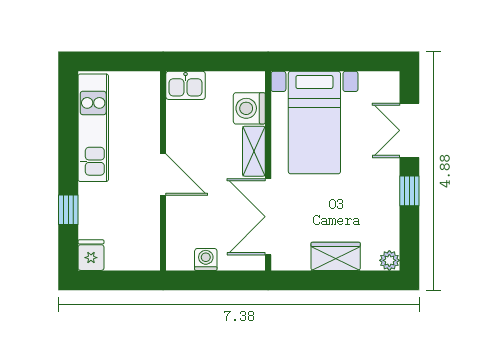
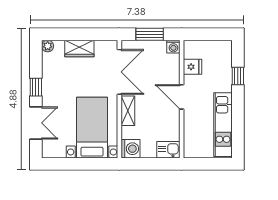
washing machine: (249, 108) -> (131, 149), moved
fridge: (91, 255) -> (193, 67), moved, turned -90
washing machine: (206, 259) -> (173, 47), moved
window: (217, 280) -> (150, 34), added

